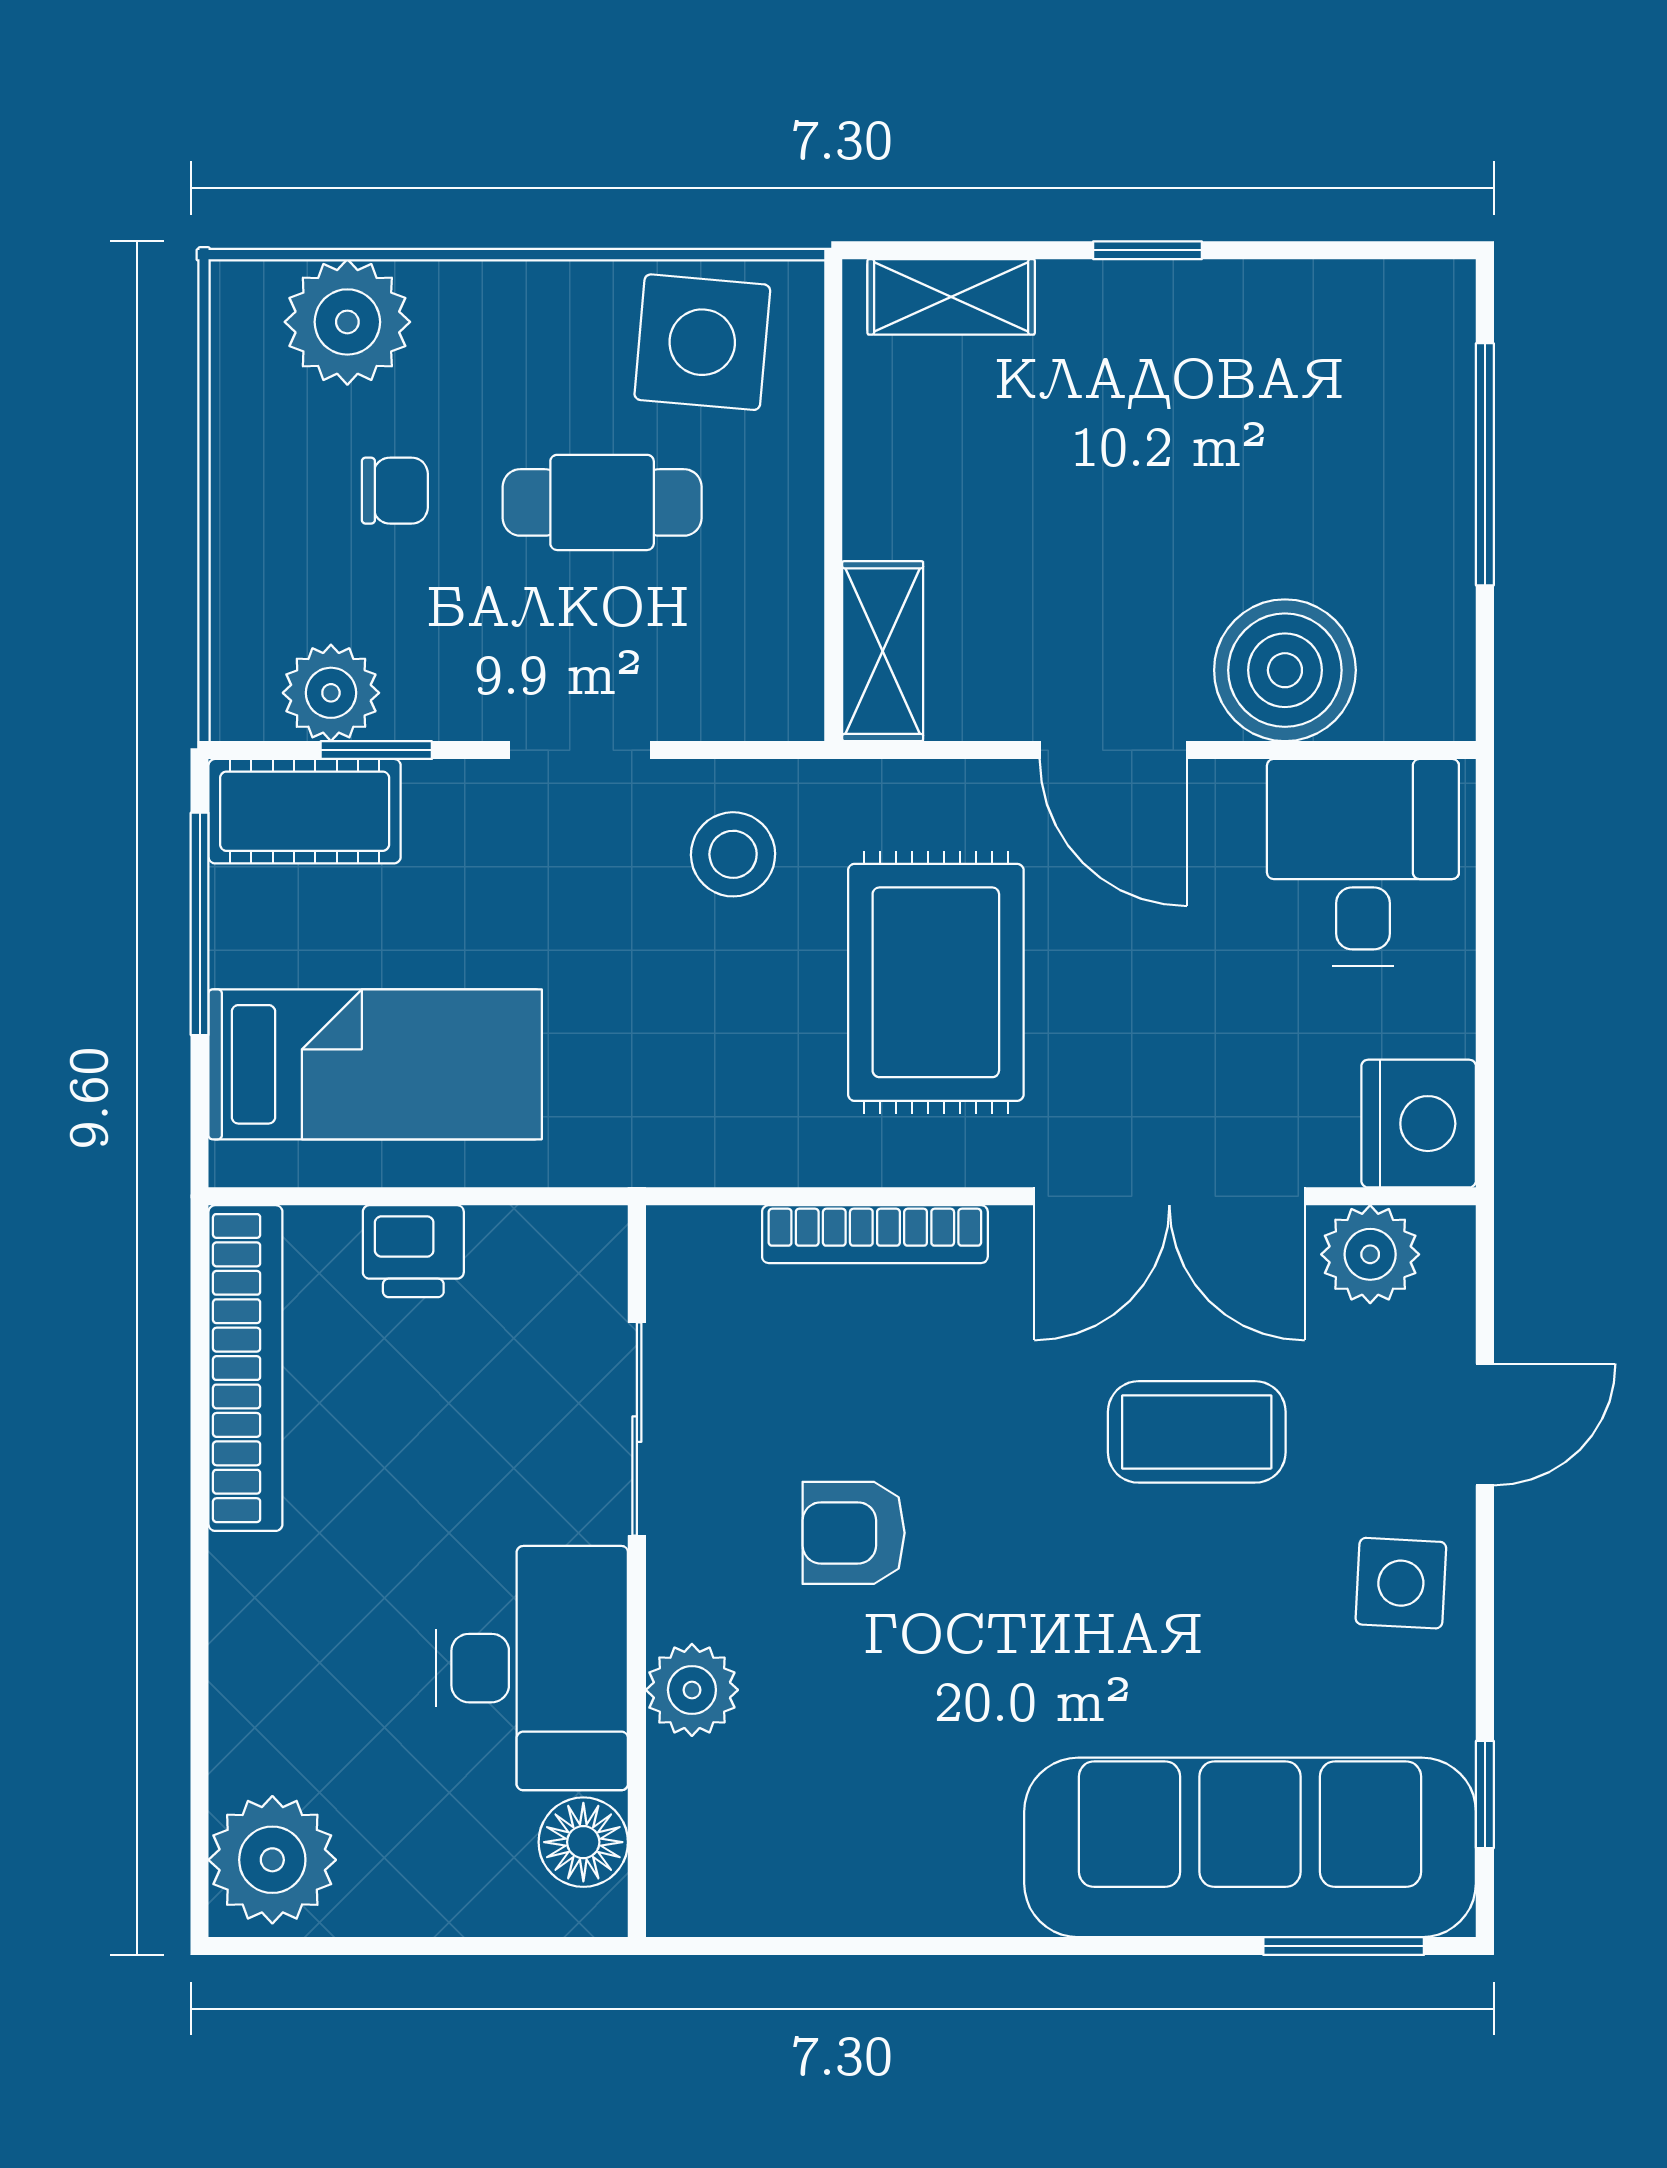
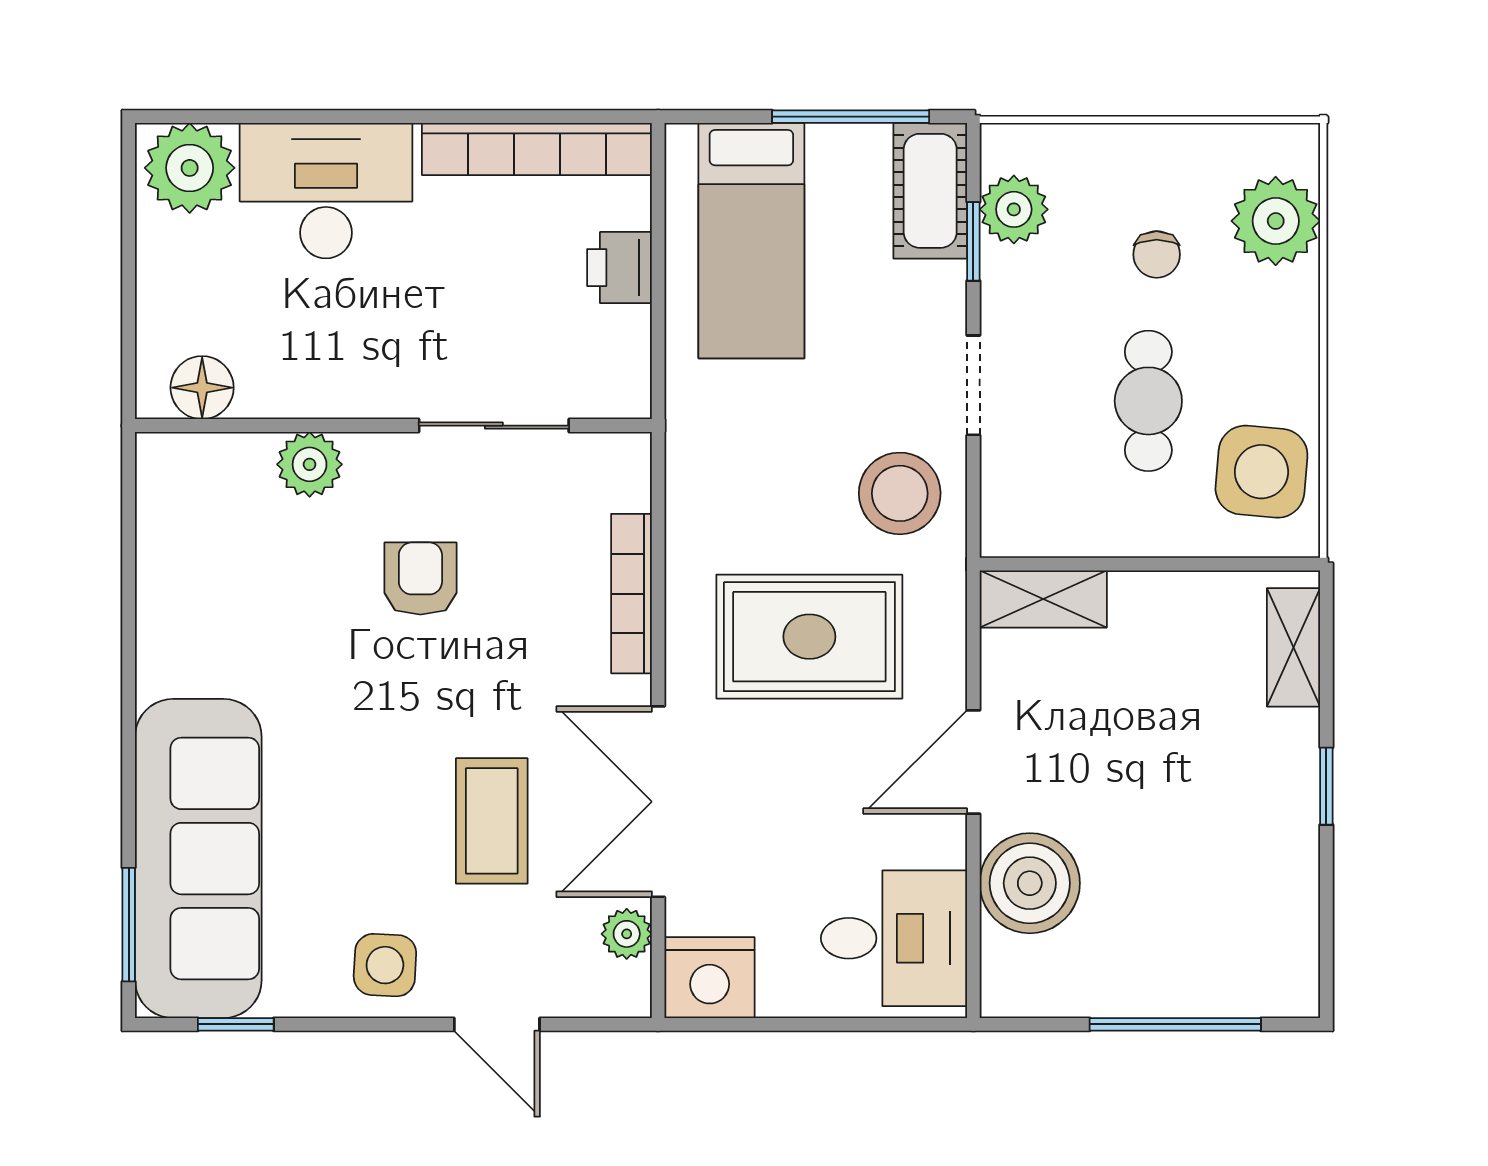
stool: (733, 854) -> (900, 493), width x1.38, depth x1.38
plant: (1370, 1254) -> (627, 934), width x0.73, depth x0.73
desk: (532, 1668) -> (326, 191), moved, turned 180

